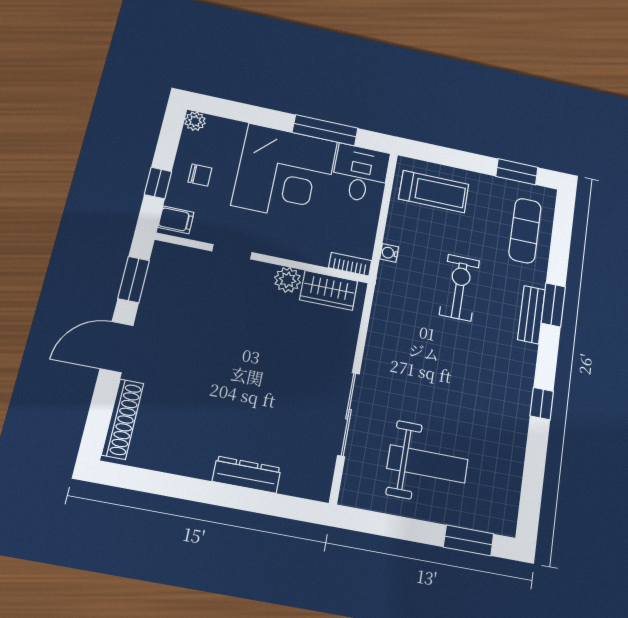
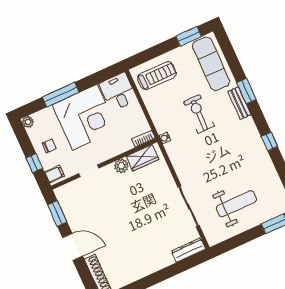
window: (325, 130) -> (61, 95), moved
exercise mat: (525, 231) -> (211, 64), width x1.36, depth x1.45
water cooler: (389, 253) -> (165, 138), moved
door: (117, 347) -> (73, 247), swing flipped
dresser: (247, 475) -> (188, 250), moved

